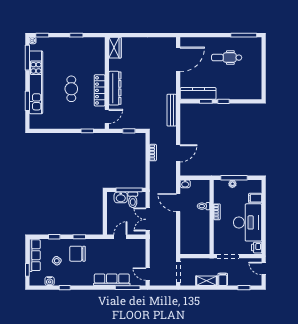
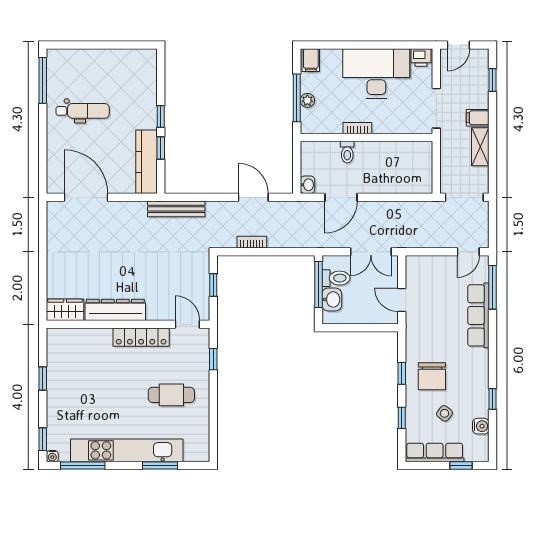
dental chair: (227, 58) -> (83, 111), turned -90
dresser: (115, 88) -> (115, 310), moved
cafe table: (71, 89) -> (171, 395), moved
filing cabinet: (255, 198) -> (311, 60), moved

